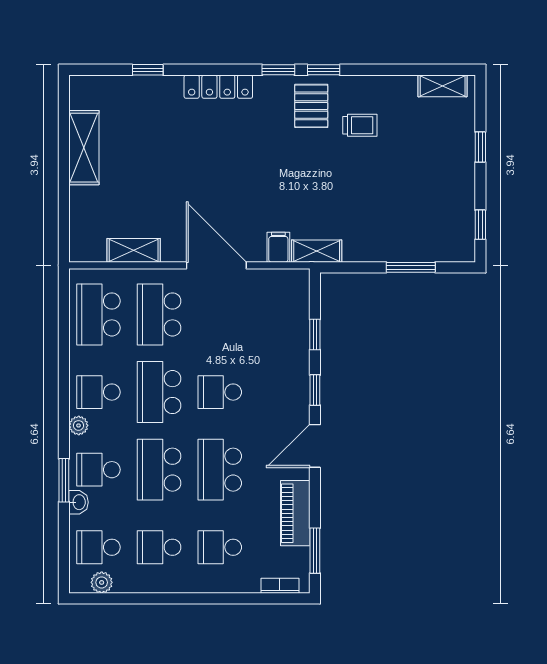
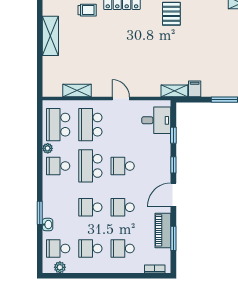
trolley: (360, 125) -> (87, 10), moved
filing cabinet: (278, 247) -> (195, 89), moved
door: (216, 265) -> (121, 99), width x0.53
desk: (283, 306) -> (156, 120), added
plant: (79, 425) -> (48, 148), moved
school desk: (98, 470) -> (58, 207), removed
school desk: (159, 470) -> (90, 207), width x0.54
school desk: (220, 470) -> (123, 207), width x0.54
window: (315, 551) -> (173, 238), moved

